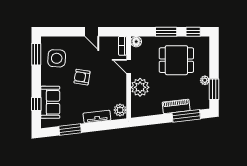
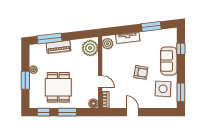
dining table: (176, 60) -> (58, 87), turned 90
plant: (140, 87) -> (90, 48), moved
window: (214, 89) -> (25, 80), moved
sofa: (50, 102) -> (169, 61), moved

